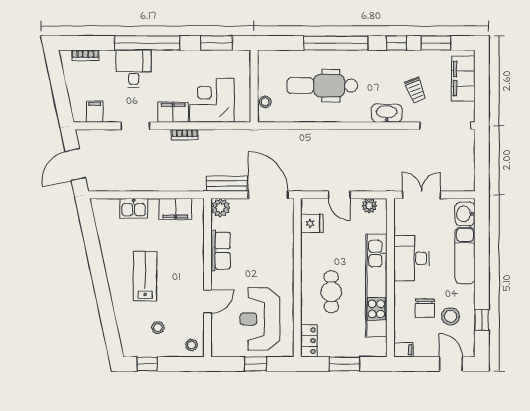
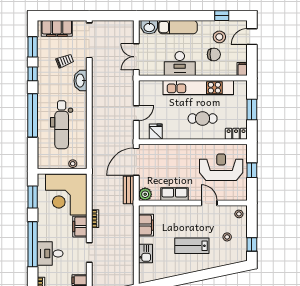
corner desk: (212, 100) -> (66, 195), width x1.36, depth x1.36
plant: (369, 206) -> (144, 93), removed
reception desk: (260, 319) -> (221, 167), turned 180

